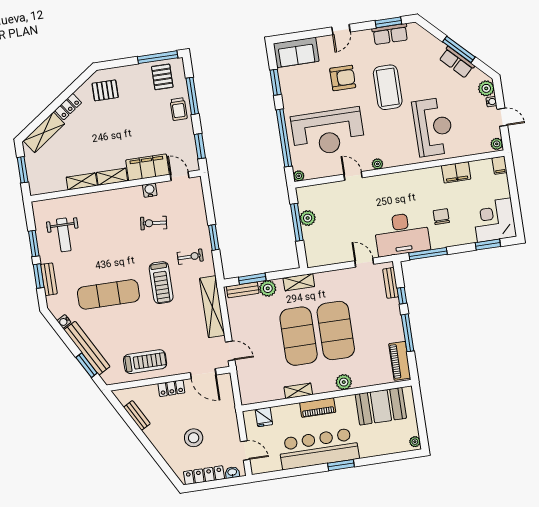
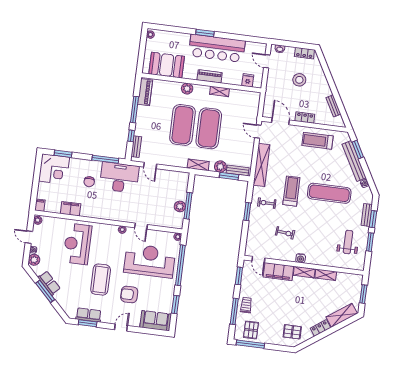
water cooler: (150, 190) -> (301, 258), moved
locker: (204, 475) -> (304, 53), width x0.66

